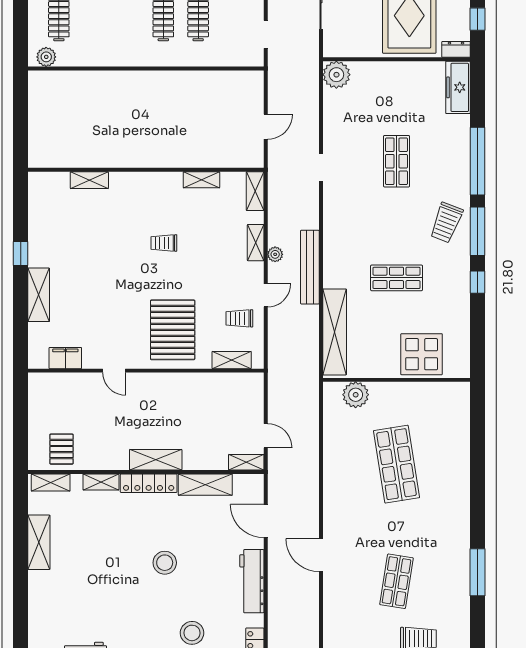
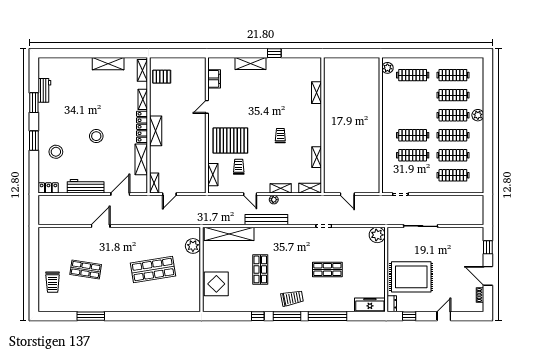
trolley: (446, 223) -> (292, 298), turned 148
trolley: (239, 318) -> (239, 167), moved

